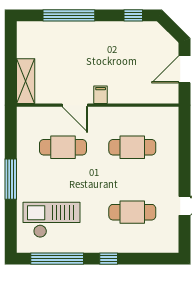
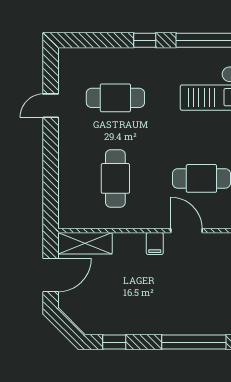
shelving: (157, 95) -> (85, 243), added
cafe table: (132, 147) -> (115, 178), turned 90

